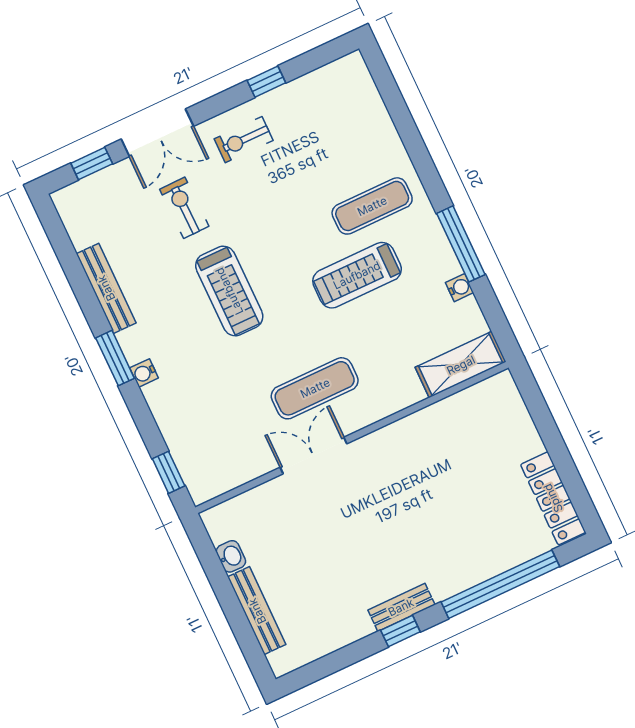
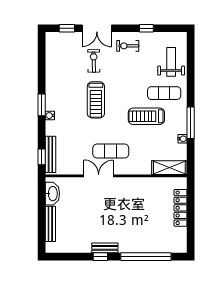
weight bench: (355, 130) -> (171, 62), added
bench: (106, 288) -> (50, 154), moved
locker: (553, 498) -> (181, 208), moved
washbasin: (231, 556) -> (52, 194), width x1.91, depth x1.45

